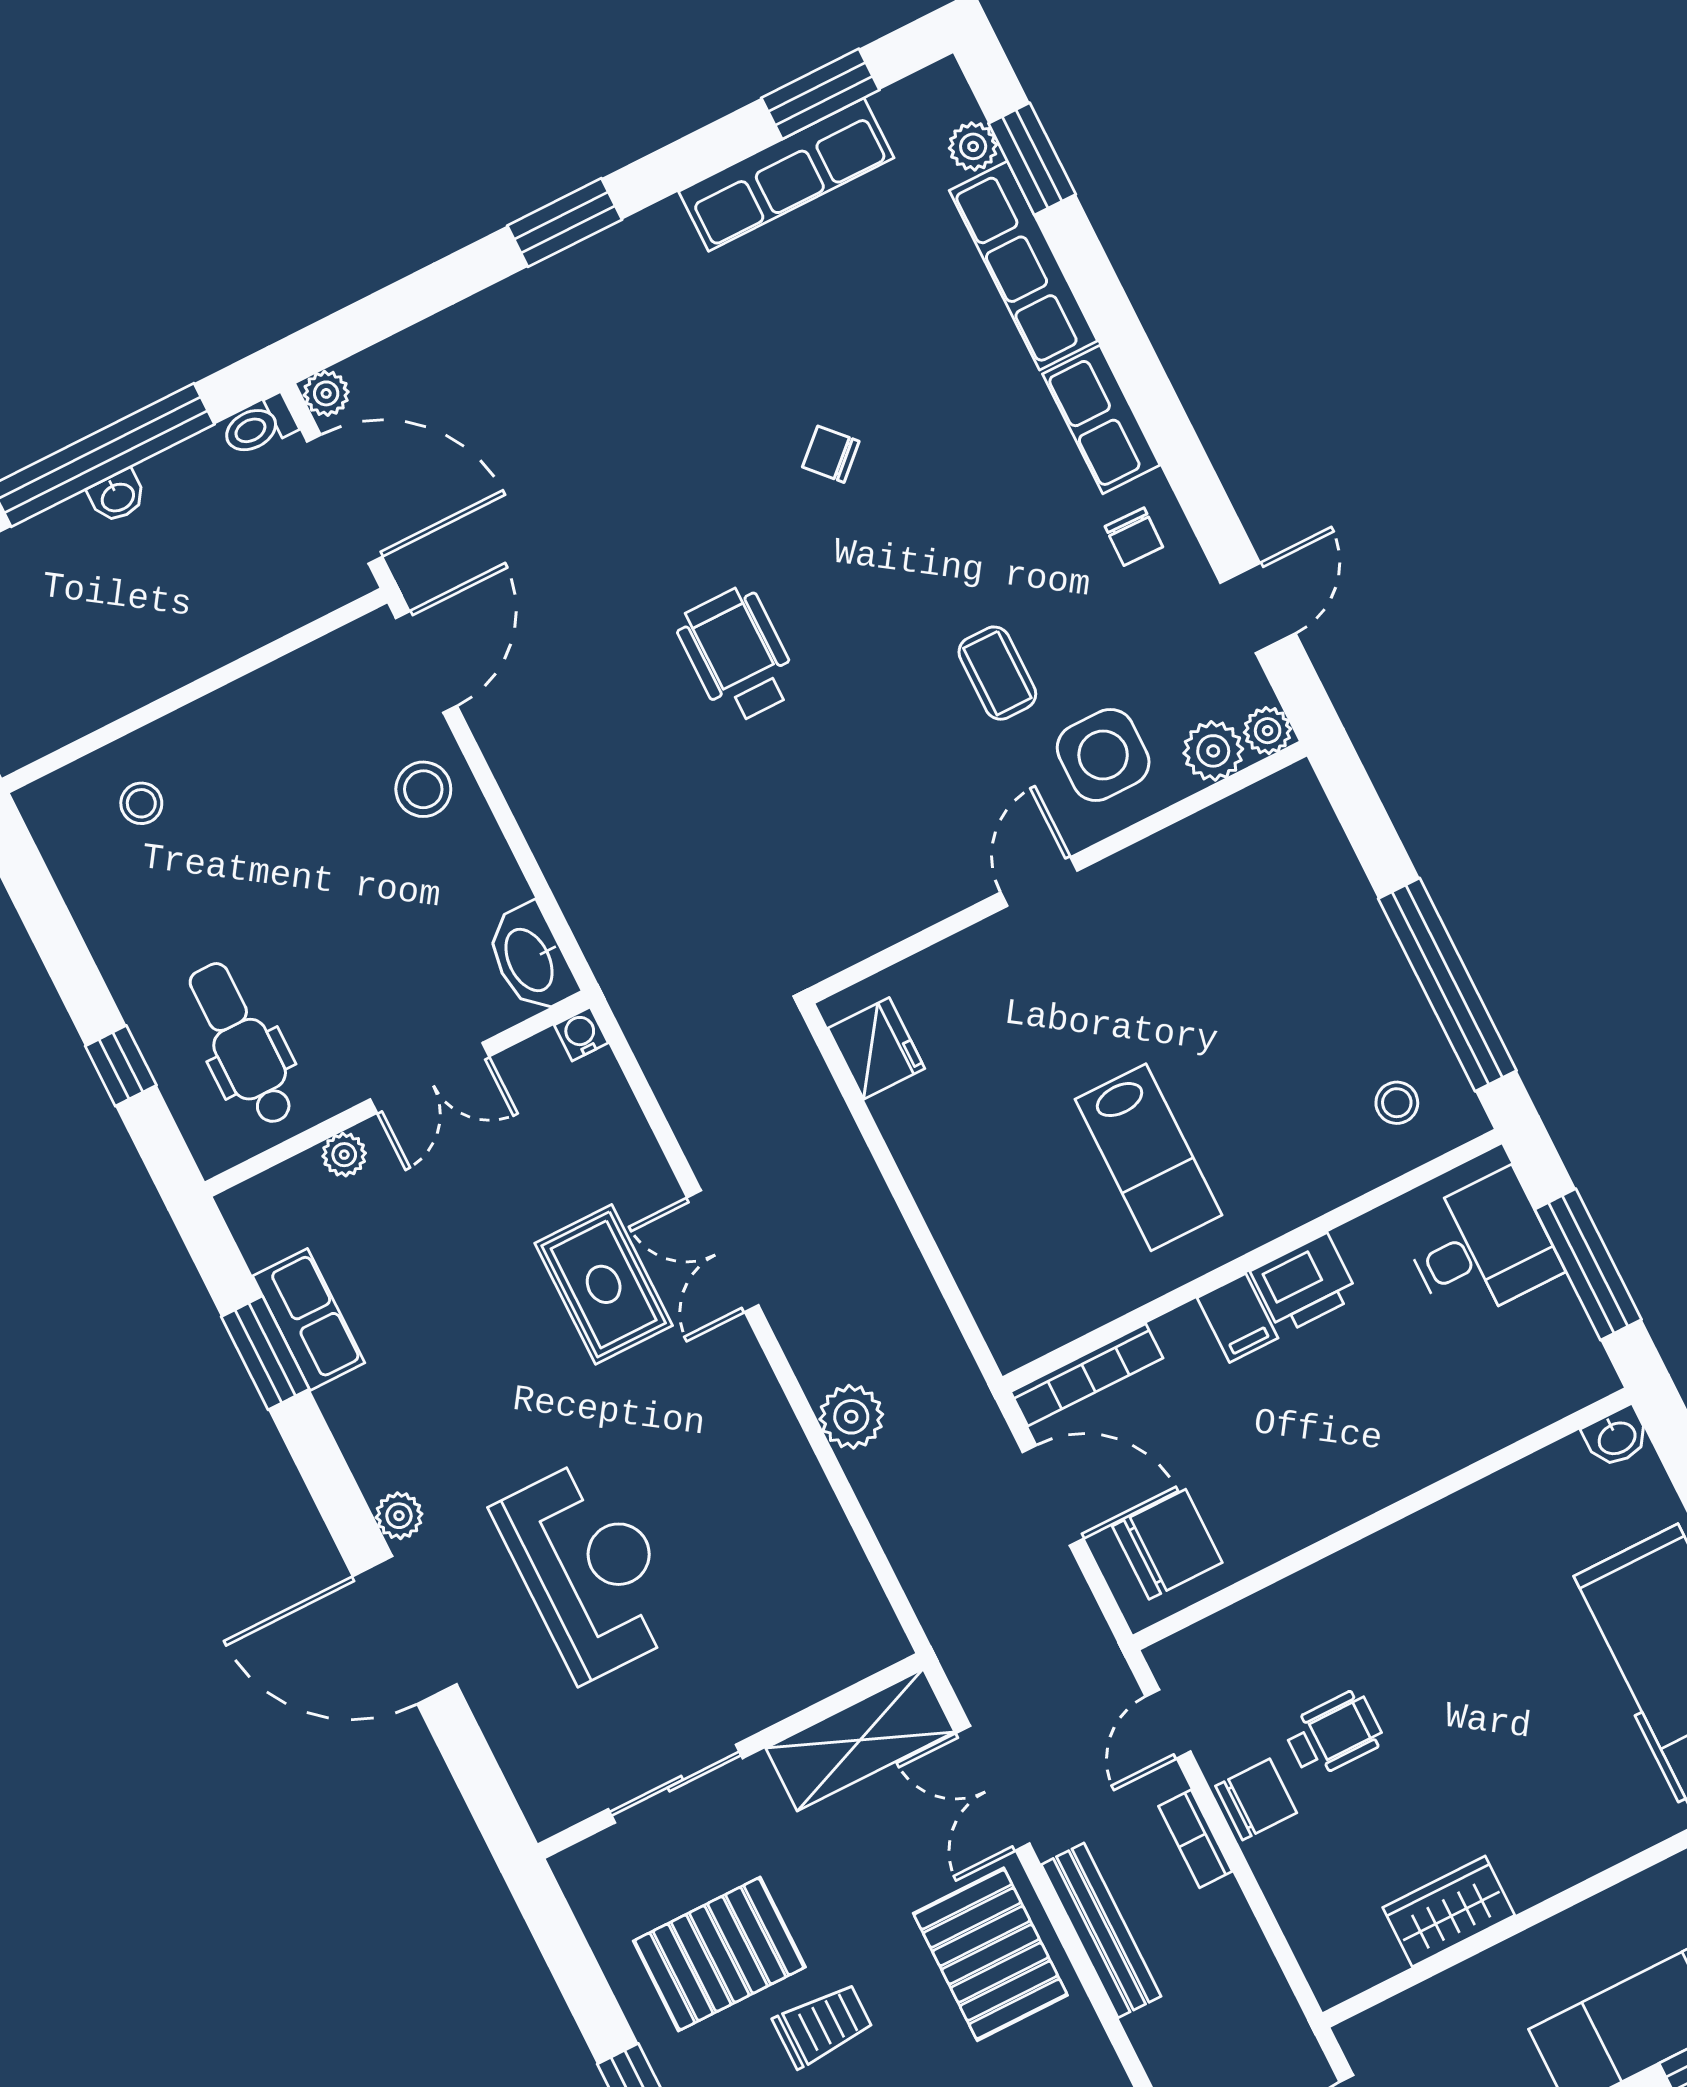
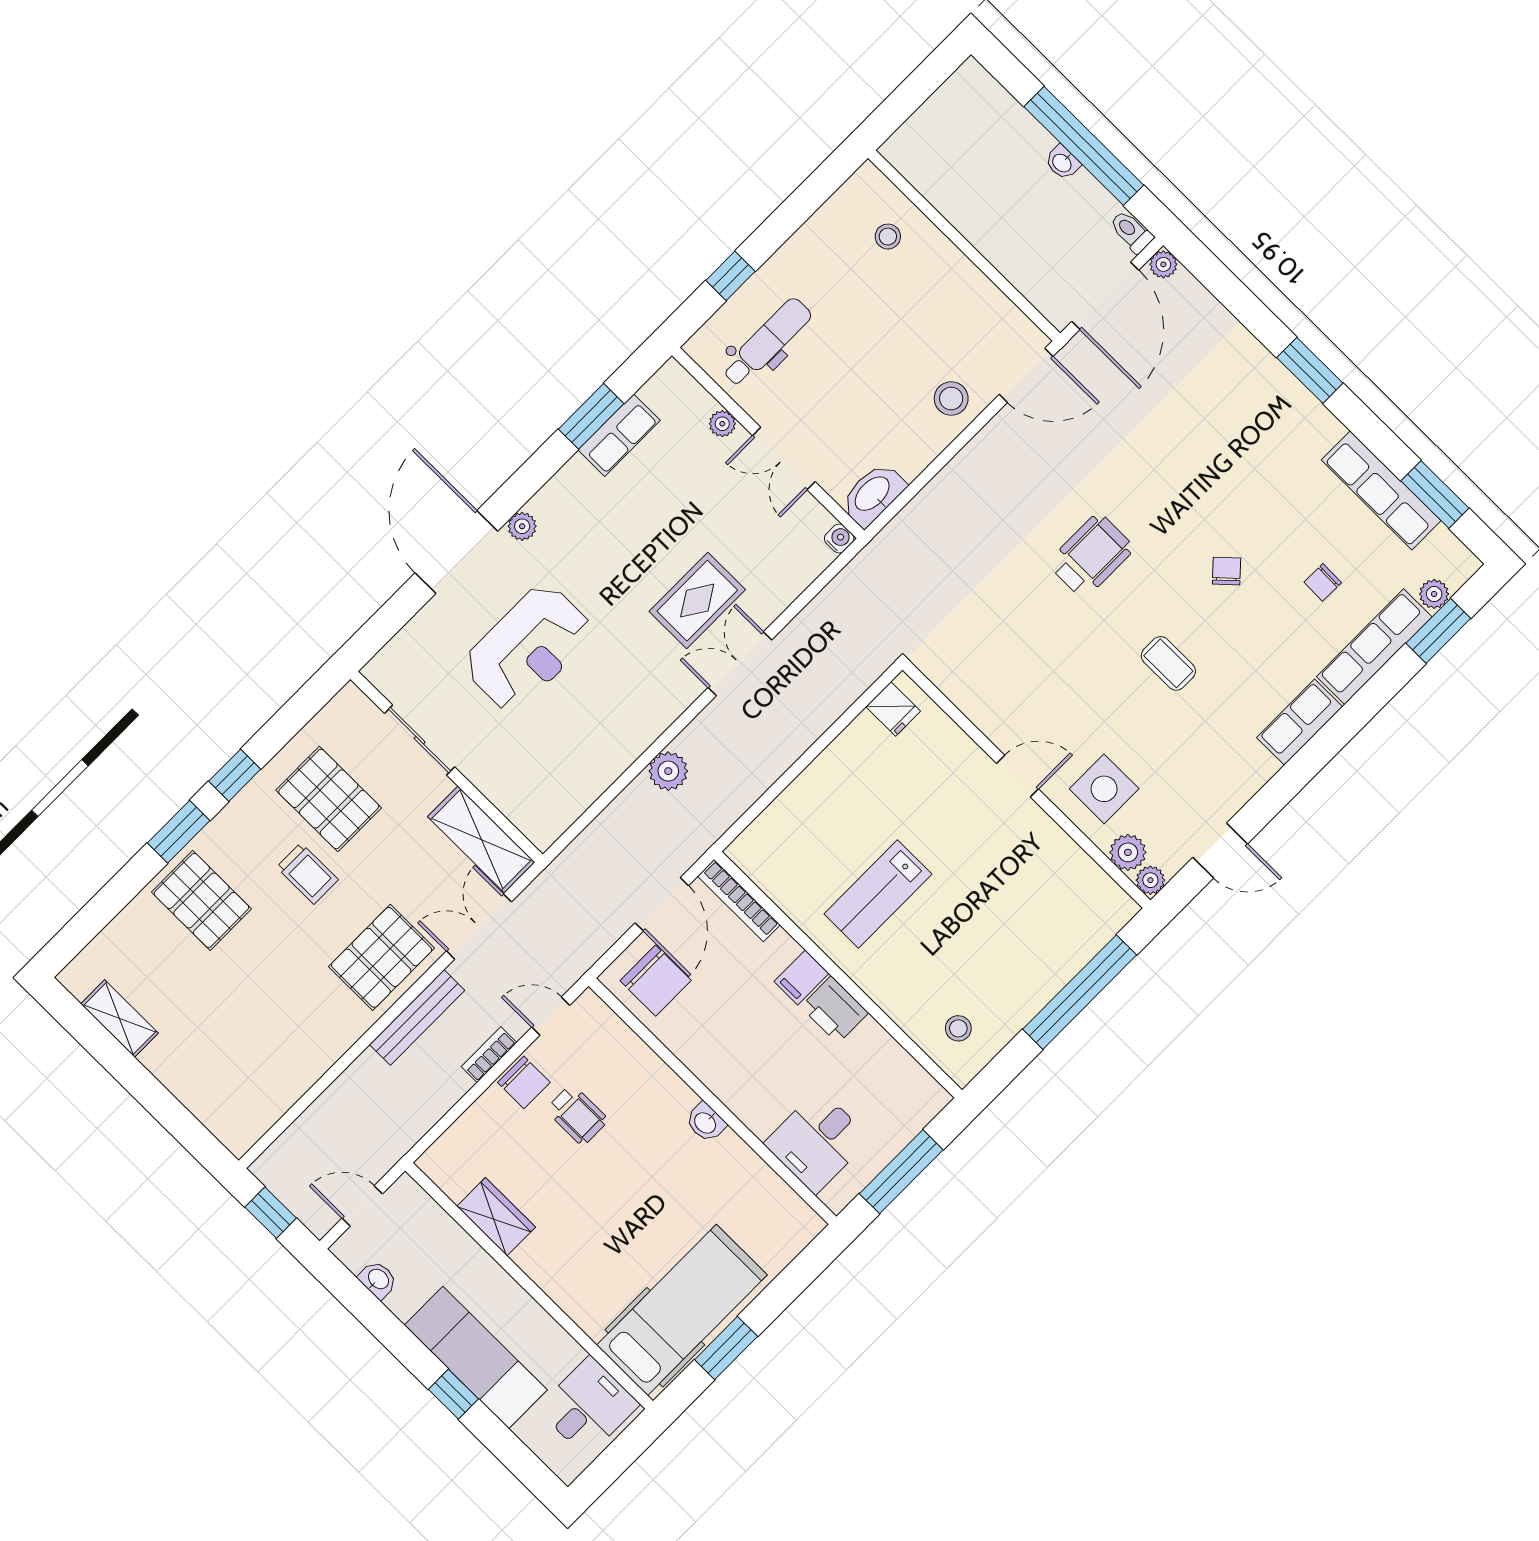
chair: (1134, 537) -> (1323, 582), moved
coffee table: (997, 673) -> (1168, 663), moved, turned 90
window: (1447, 985) -> (1080, 992), moved
fridge: (876, 1048) -> (893, 709), width x0.72
desk: (1481, 1247) -> (817, 1141), moved, turned 90
washbasin: (1616, 1437) -> (706, 1122), moved

